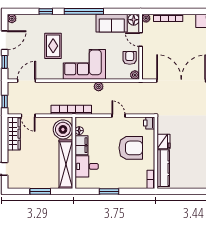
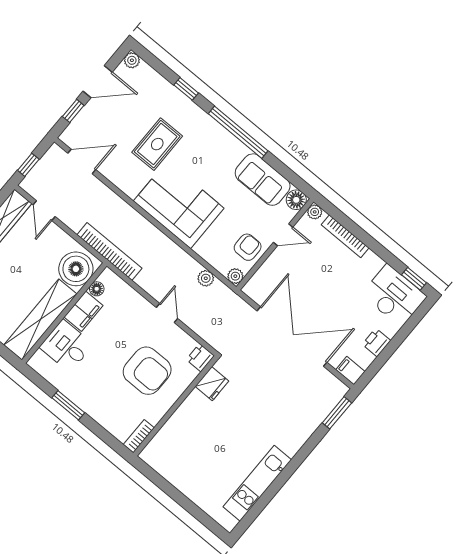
door: (141, 40) -> (283, 235), swing flipped
plant: (99, 87) -> (206, 278), moved
fridge: (164, 141) -> (212, 384), moved
kitchen counter: (163, 168) -> (169, 435), removed

